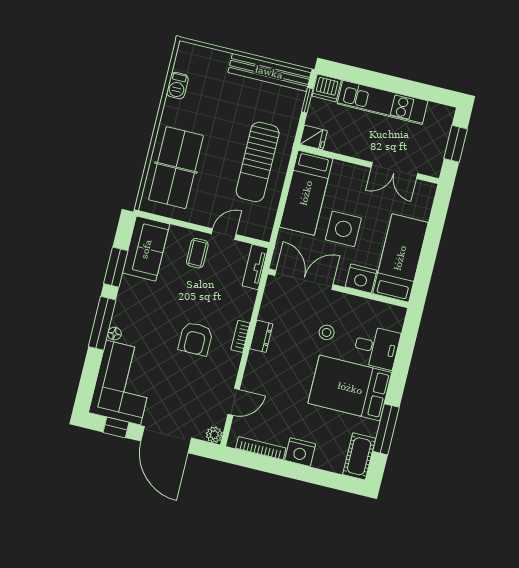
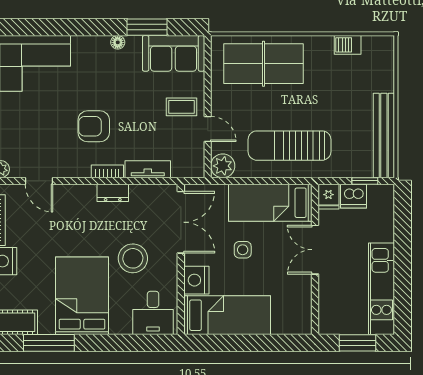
dishwasher: (327, 88) -> (354, 196), moved, turned -90
kitchen unit: (383, 102) -> (381, 289), moved
double door: (394, 170) -> (315, 250), moved
plant: (261, 228) -> (223, 166), added
side table: (343, 229) -> (243, 250), width x0.54, depth x0.54
tv unit: (255, 267) -> (148, 169), moved
window: (102, 323) -> (86, 27), removed
stool: (327, 332) -> (133, 258), width x1.89, depth x1.89
floor lamp: (114, 334) -> (118, 42), moved
desk: (376, 347) -> (153, 313), moved

